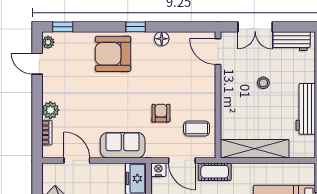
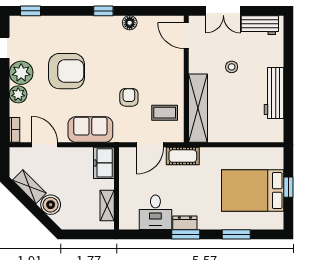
plant: (48, 42) -> (21, 73), moved, width x1.88, depth x1.88
armchair: (113, 54) -> (66, 71), moved, turned 180
bookcase: (47, 133) -> (14, 130), moved
shelving: (255, 149) -> (198, 108), moved, turned 90
door: (182, 160) -> (150, 145), hinge flipped
nightstand: (158, 170) -> (126, 154), removed

